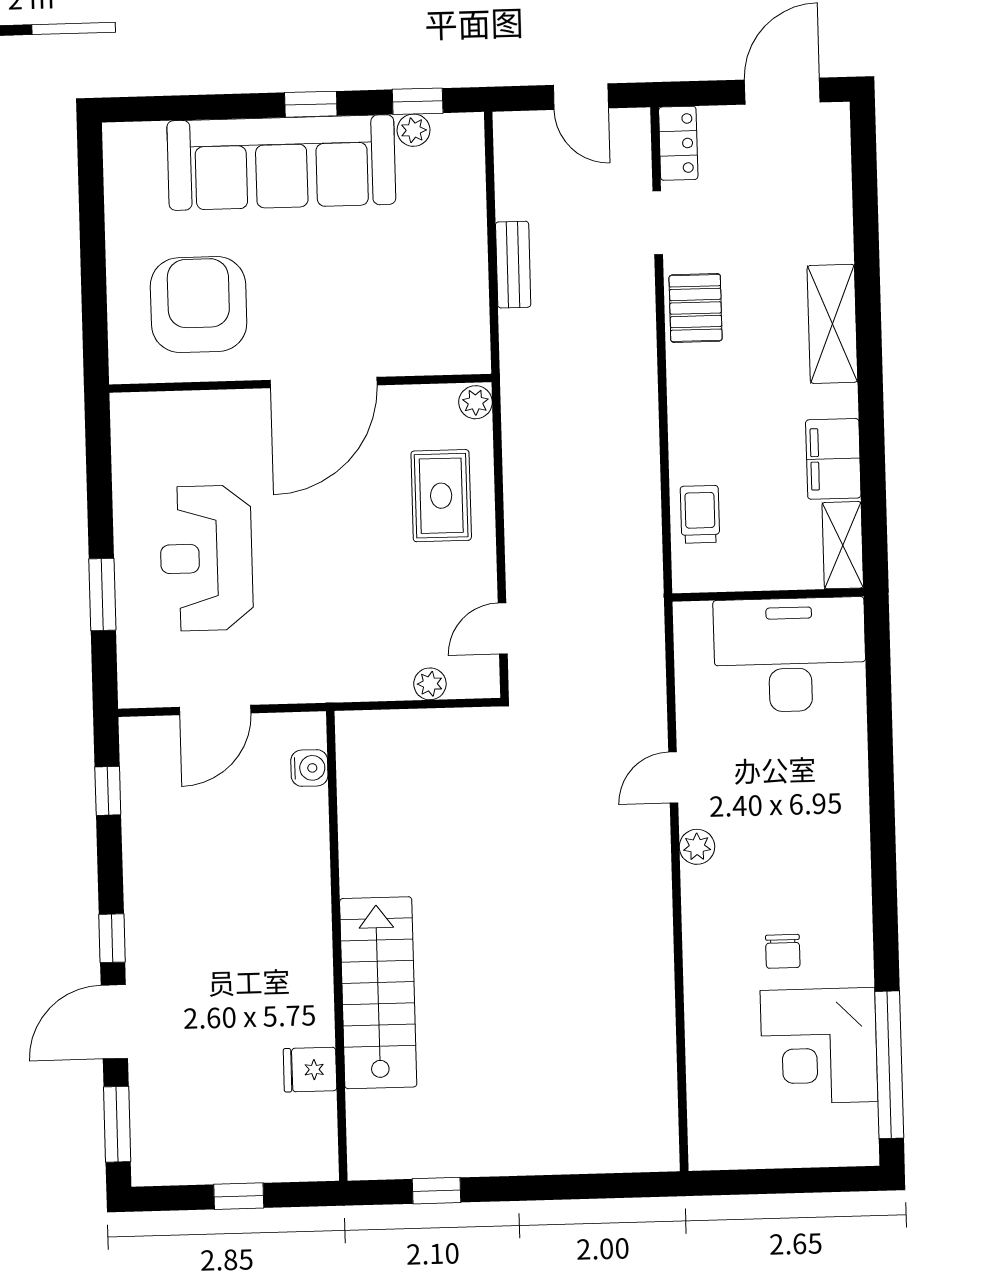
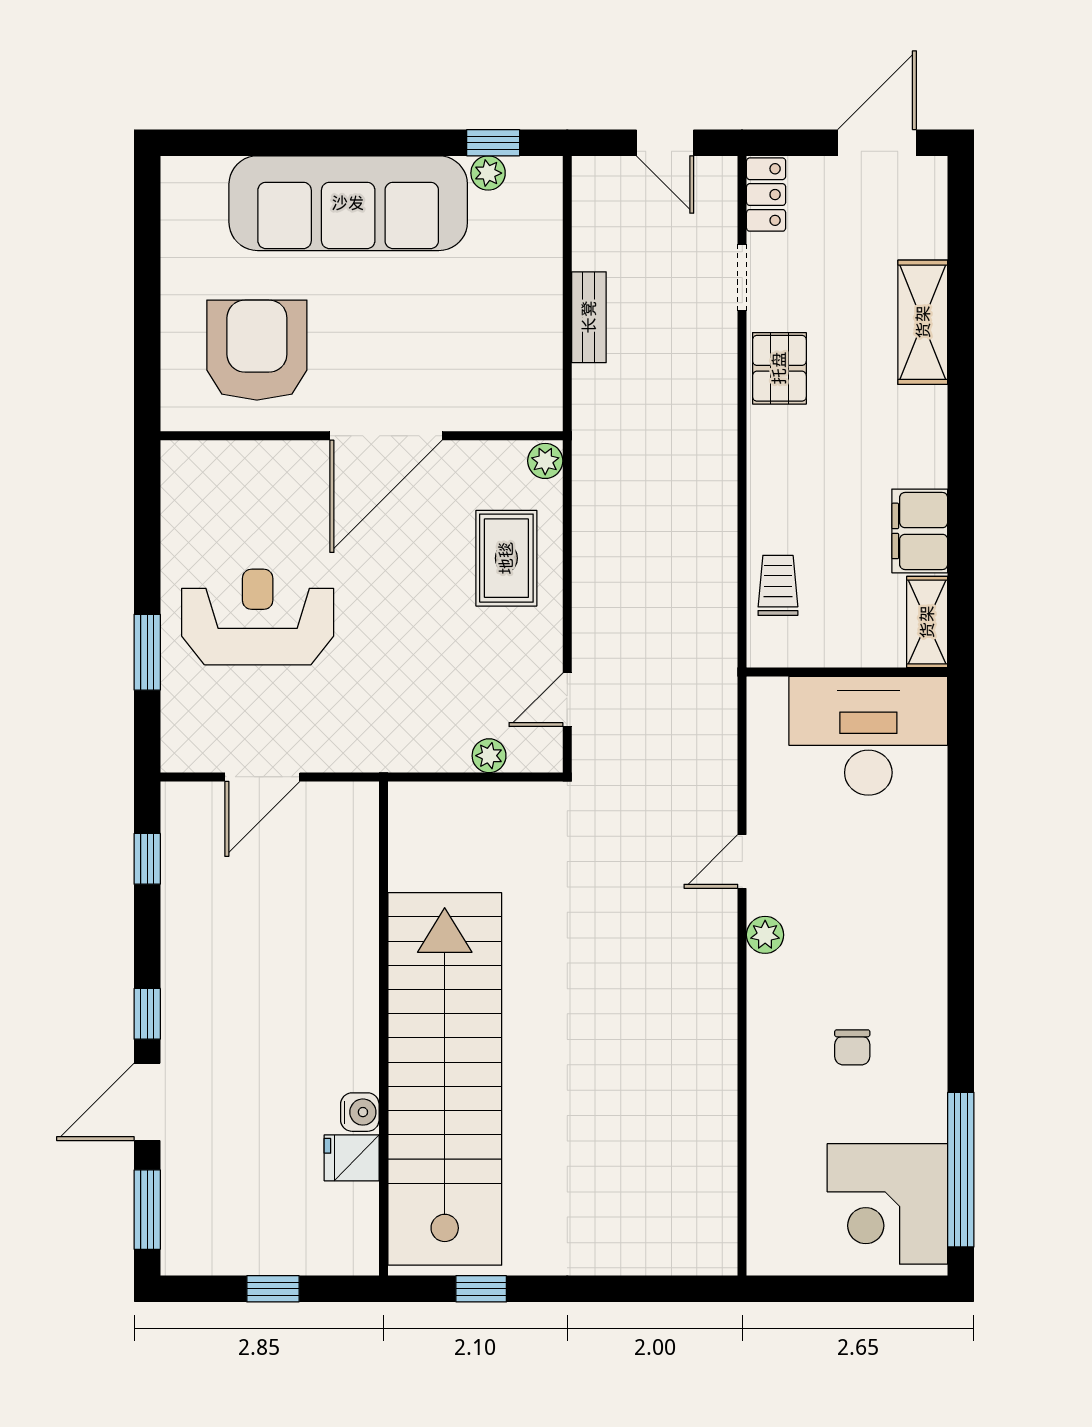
window: (311, 104) -> (381, 143), removed
shelving: (832, 324) -> (923, 322), moved
reception desk: (206, 558) -> (258, 617), turned 90
water cooler: (309, 768) -> (360, 1112), moved
stairs: (378, 993) -> (445, 1079), width x1.86, depth x1.51
corner desk: (819, 1046) -> (887, 1204), moved

